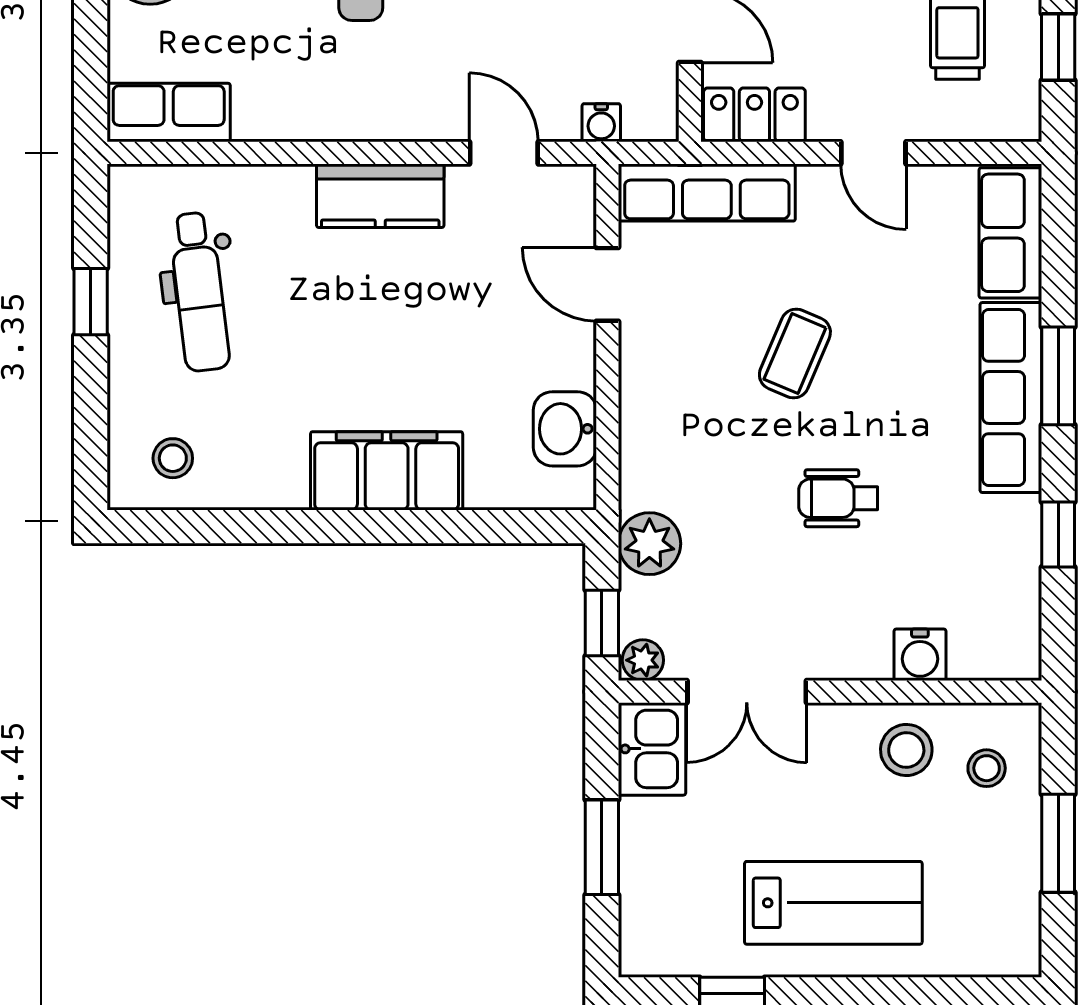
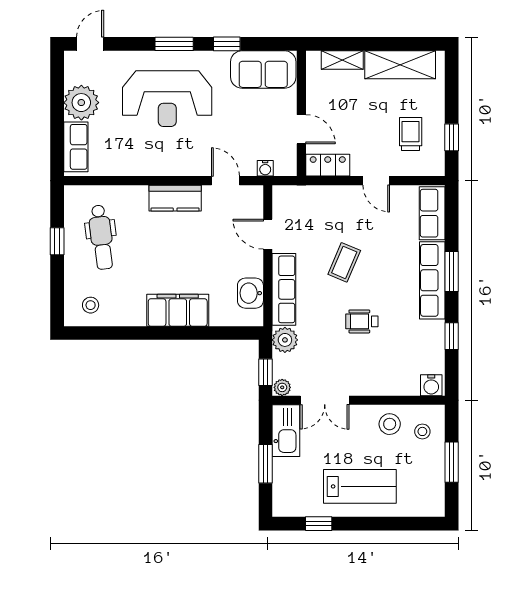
row of seats: (169, 113) -> (76, 147), moved, turned 90
row of seats: (707, 193) -> (284, 289), moved, turned -90
water cooler: (920, 655) -> (431, 385), moved
kitchen sink: (652, 749) -> (286, 431), width x1.38

